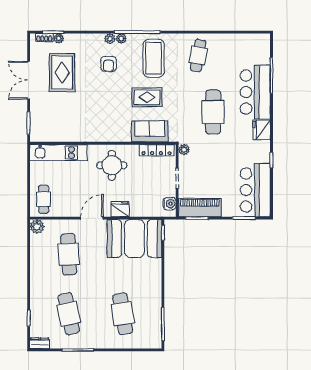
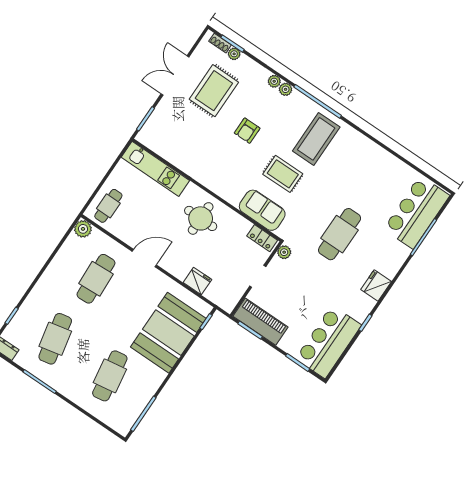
plant: (121, 39) -> (274, 81), moved
cafe table: (198, 56) -> (363, 167), removed
armchair: (108, 64) -> (247, 131), moved
bar counter: (255, 92) -> (416, 212), moved
locker: (157, 150) -> (262, 238), width x0.66
water cooler: (170, 204) -> (233, 297), removed
fridge: (120, 209) -> (197, 281), moved
booth: (134, 239) -> (168, 333), moved, turned 90

